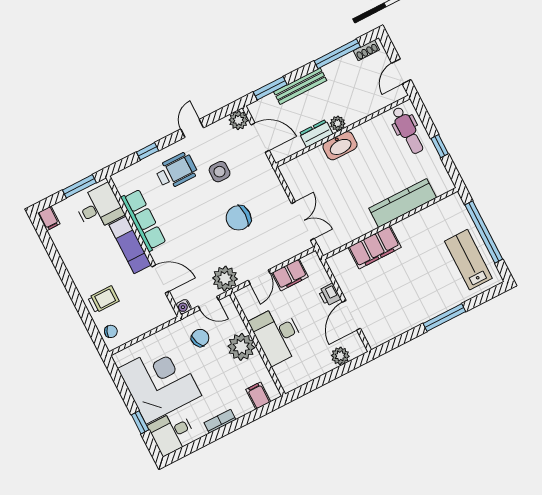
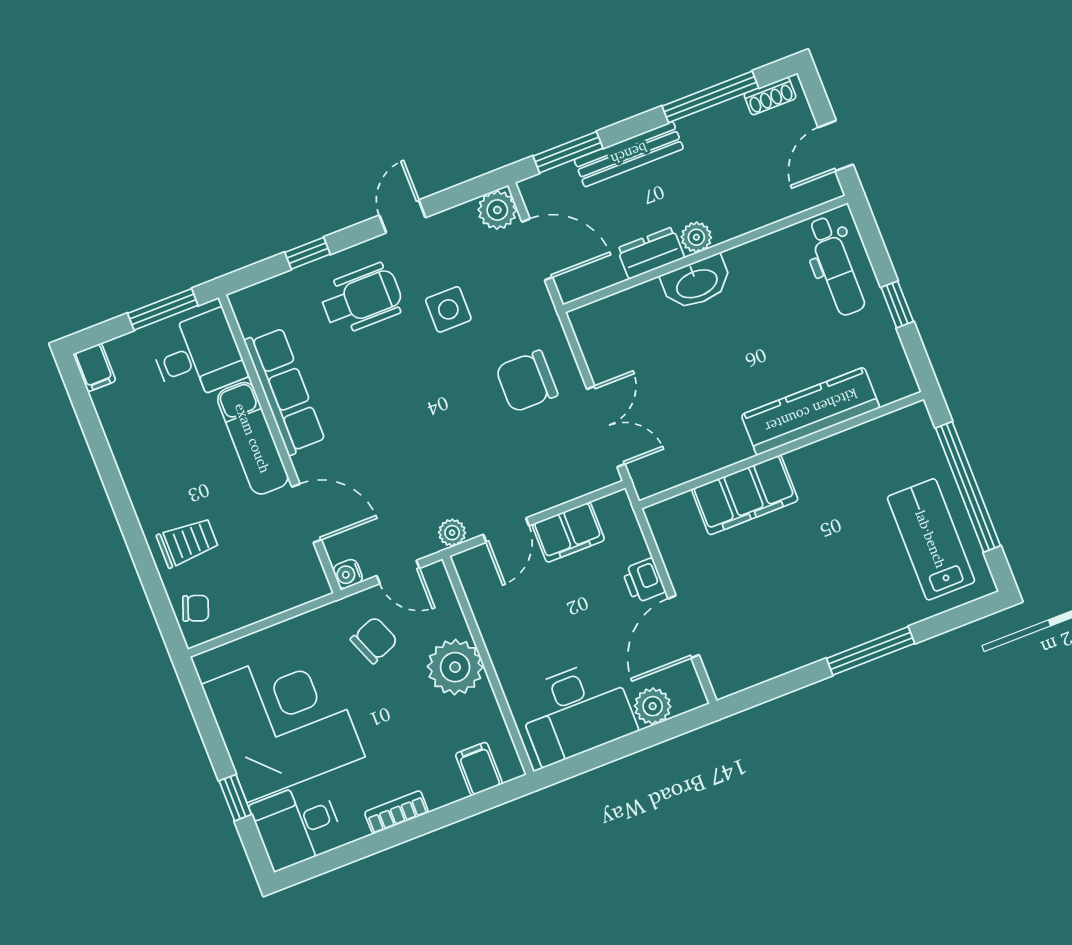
chair: (239, 218) -> (527, 381), moved
plant: (225, 278) -> (452, 533), width x0.53, depth x0.53
desk: (277, 335) -> (576, 712), moved, turned -90

